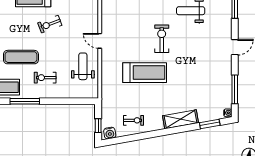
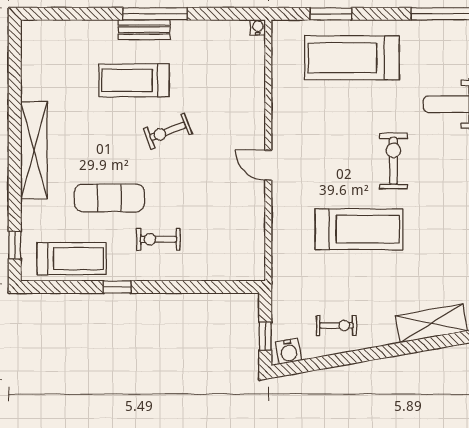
weight bench: (83, 66) -> (234, 216), removed
window: (25, 101) -> (117, 287), width x0.46

